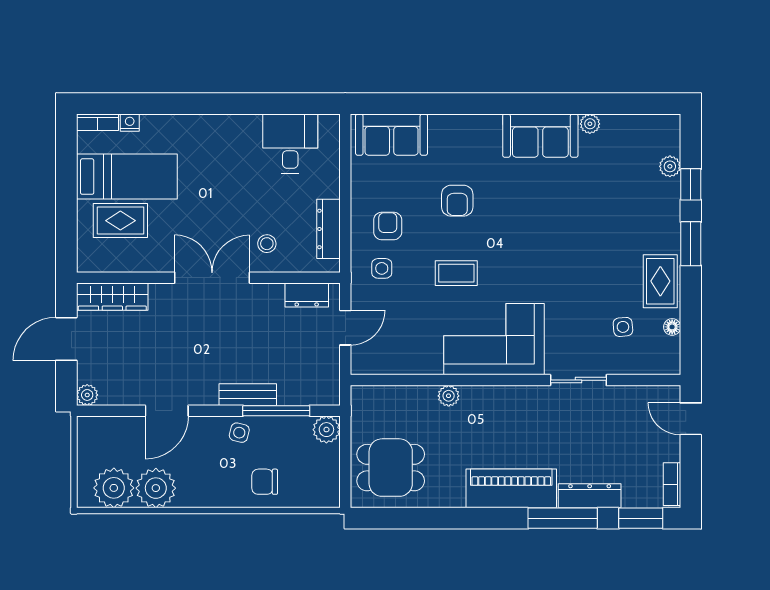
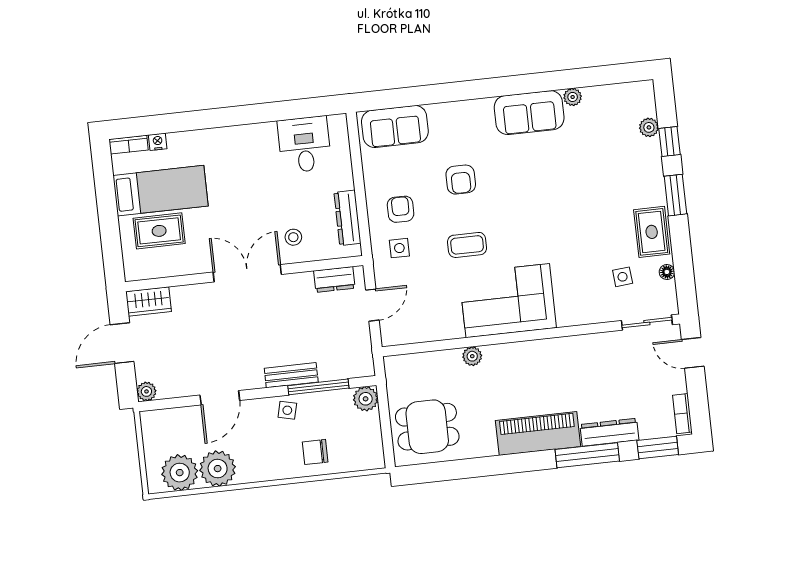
wardrobe: (112, 297) -> (149, 301), width x0.67
sliding door: (578, 380) -> (647, 323), moved

